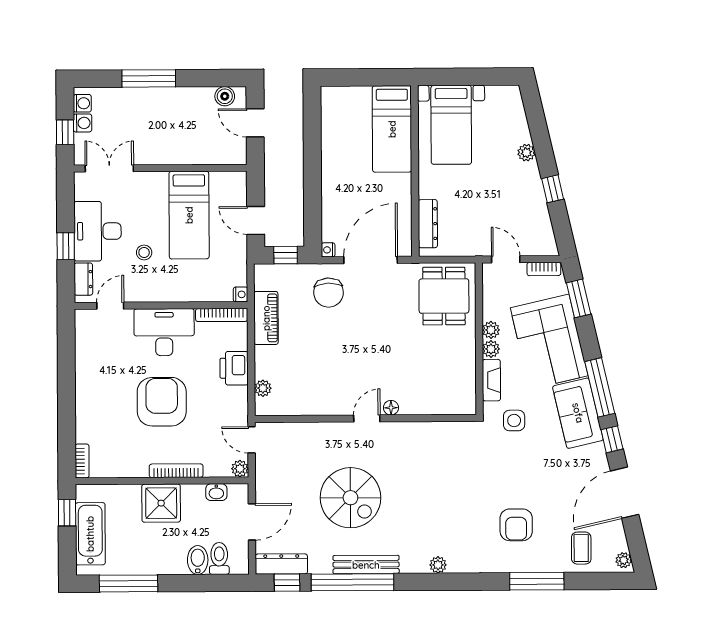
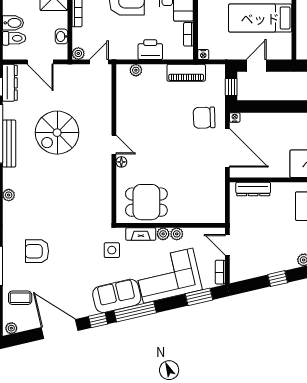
door: (506, 259) -> (227, 245), swing flipped
dining table: (444, 296) -> (146, 202), moved
bookcase: (222, 315) -> (188, 34), width x0.64

